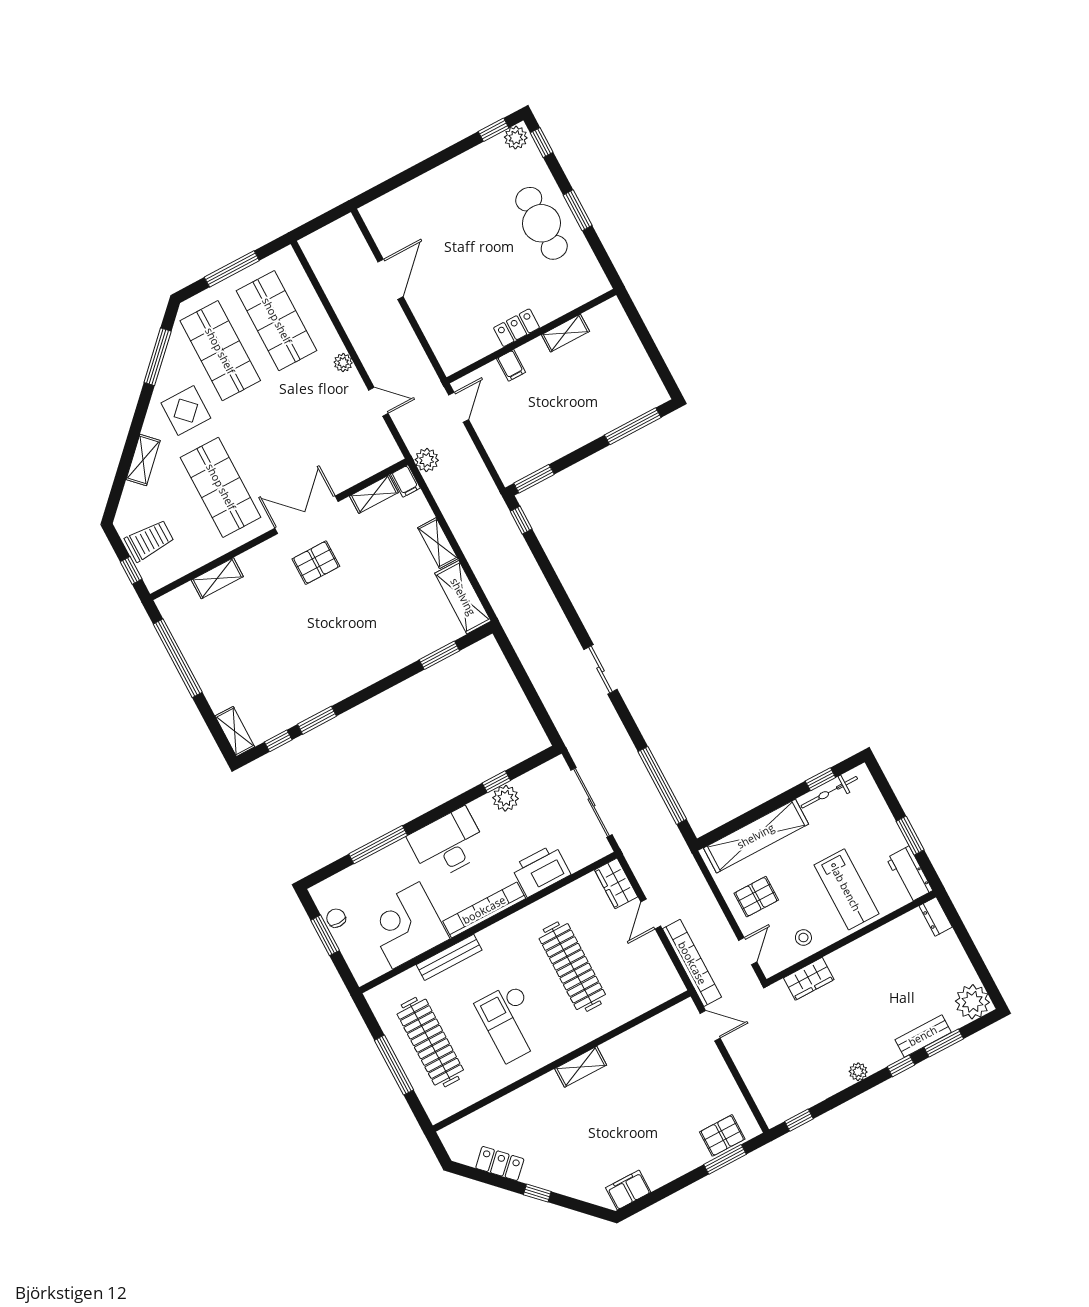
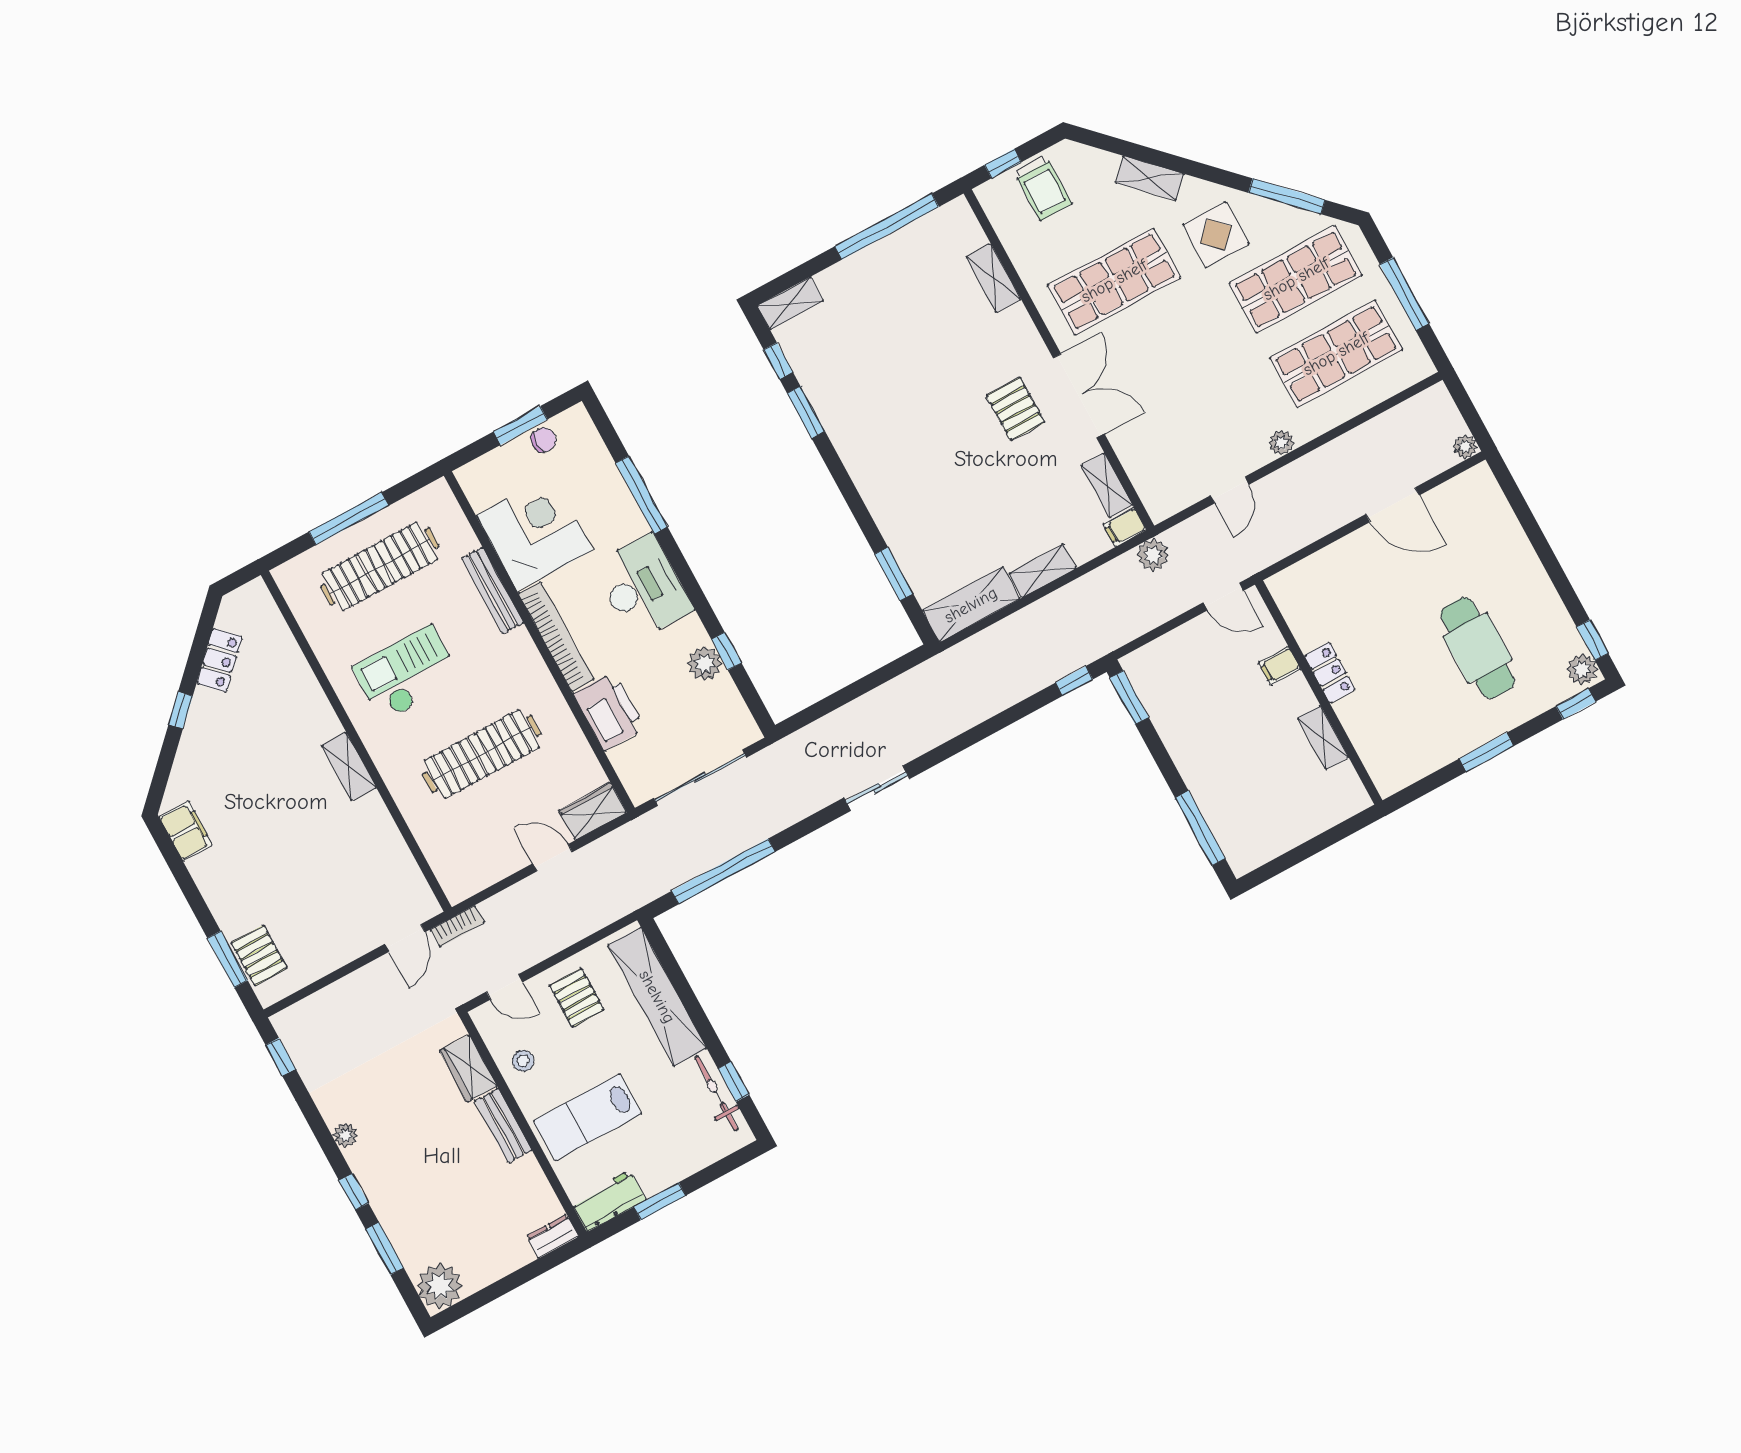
cafe table: (541, 223) -> (1478, 648), moved, turned 90
plant: (347, 224) -> (1465, 447), added
bookcase: (692, 963) -> (457, 926), width x0.43, depth x0.76
bench: (923, 1036) -> (503, 1126), moved

